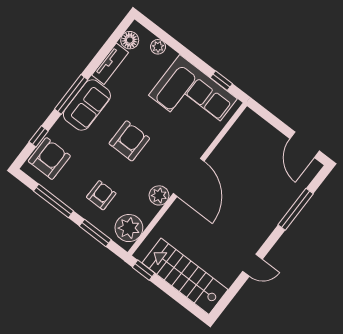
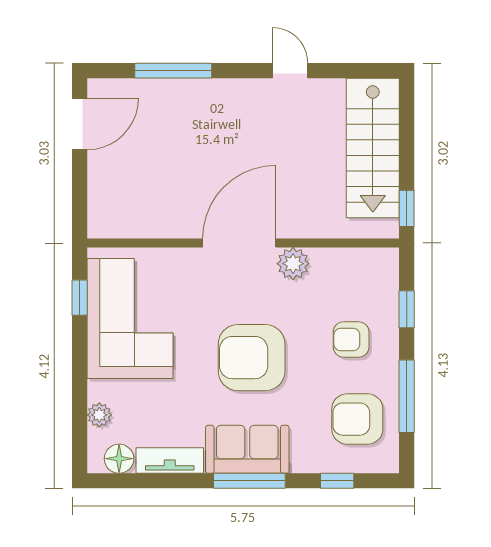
armchair: (129, 141) -> (252, 358), width x1.36, depth x1.36
armchair: (49, 159) -> (357, 419), moved
plant: (129, 228) -> (366, 270), removed
window: (95, 233) -> (407, 309), width x0.67

